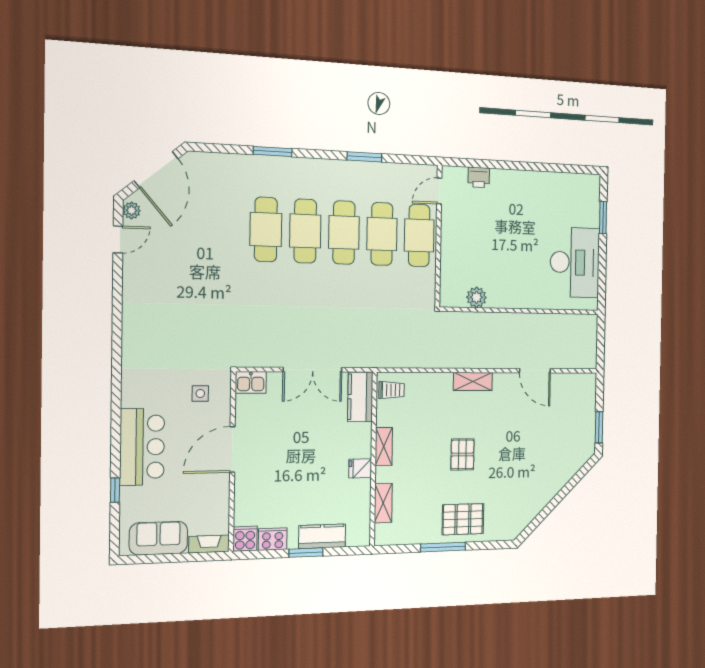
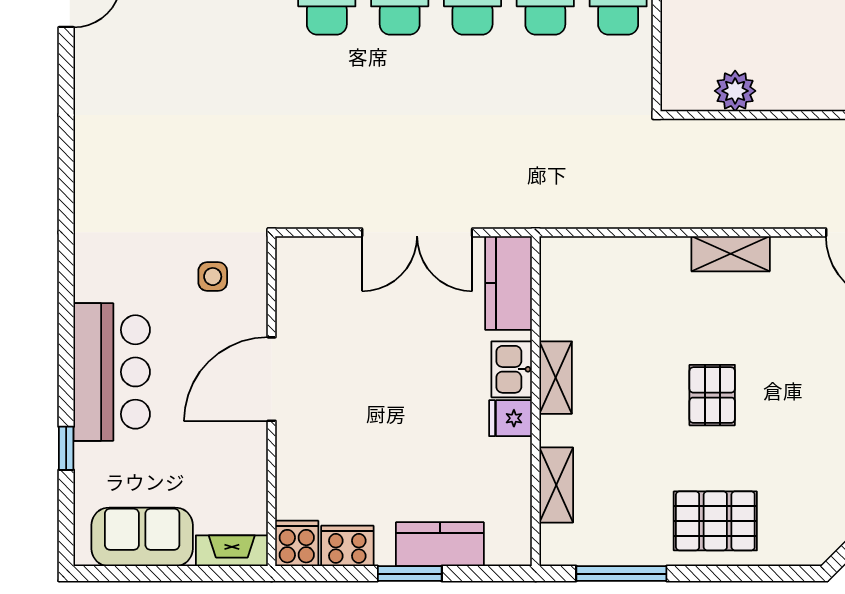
kitchen sink: (251, 382) -> (512, 369), moved, turned 90
trolley: (392, 390) -> (569, 270), removed
window: (443, 547) -> (621, 574), moved

